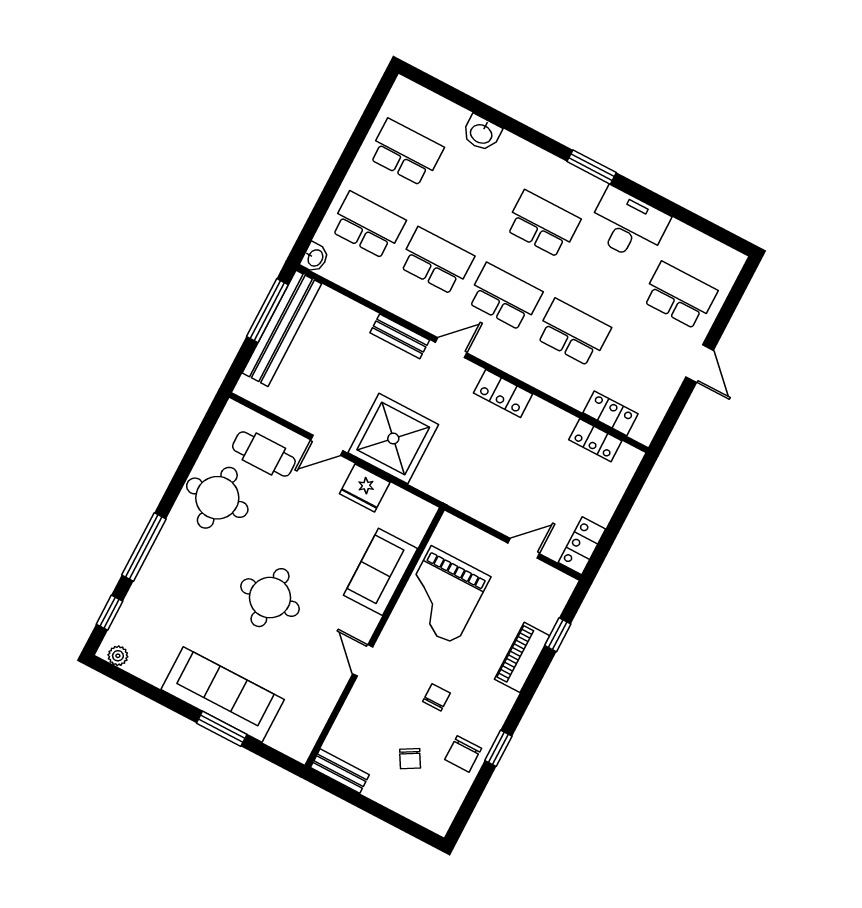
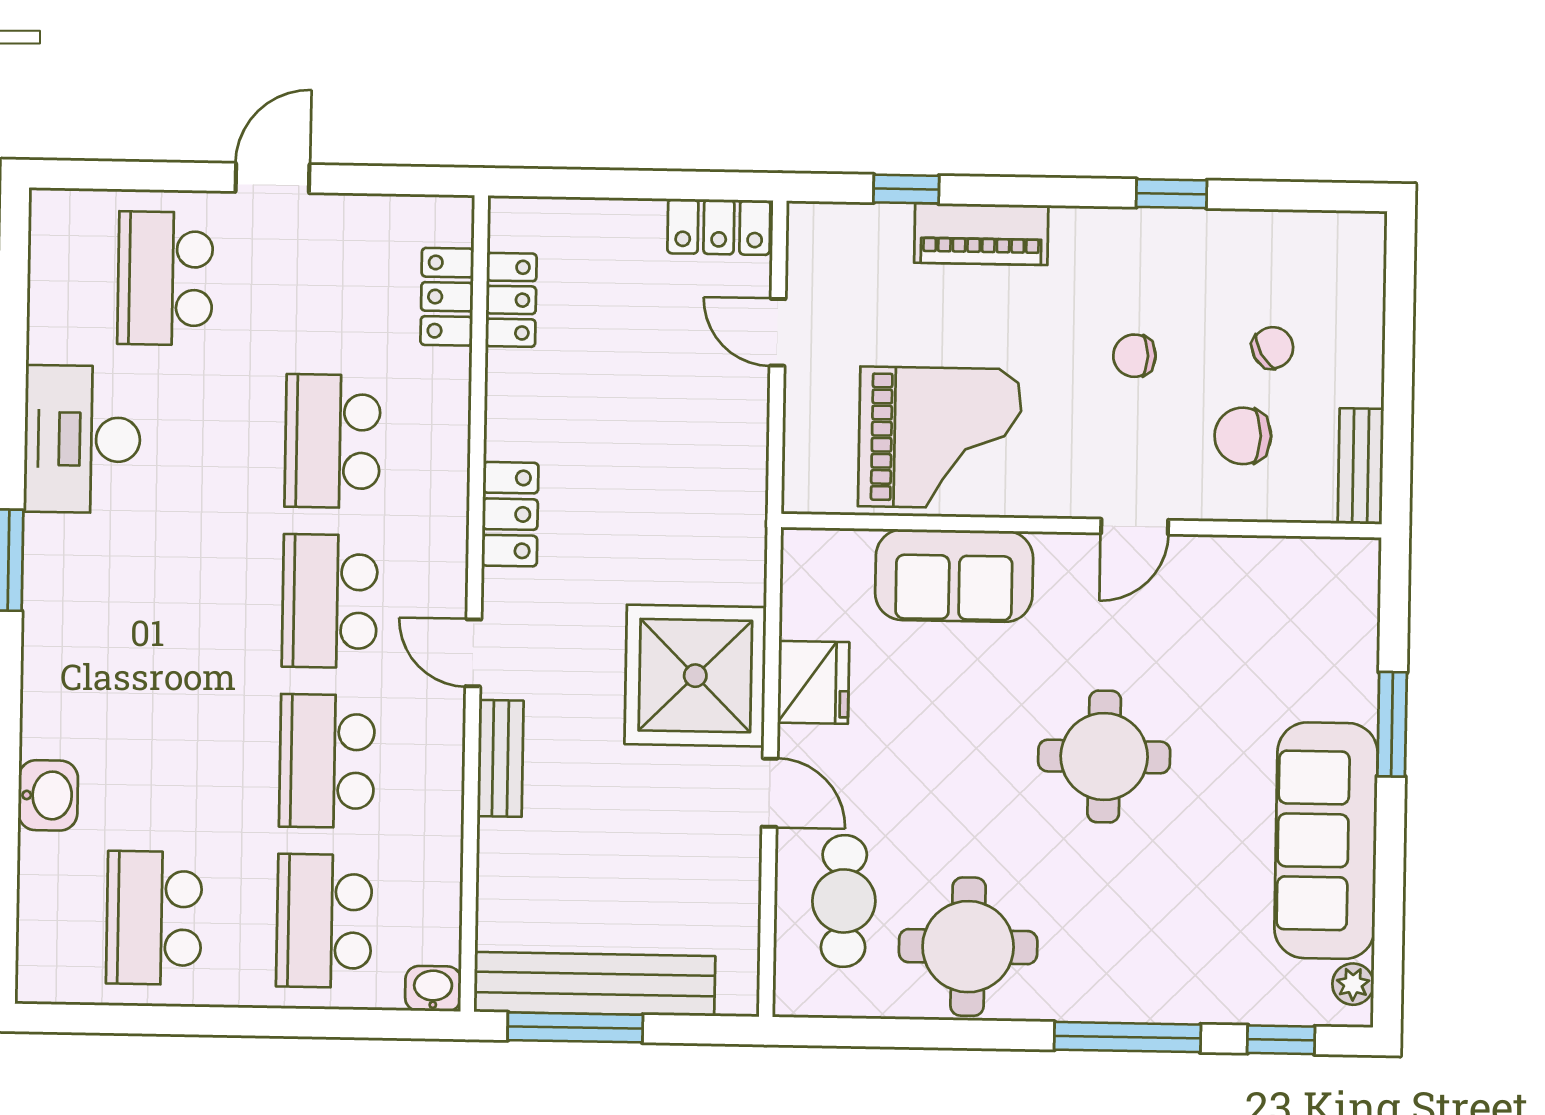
school desk: (543, 224) -> (160, 598), removed
sofa: (223, 694) -> (1326, 841), moved
chair: (463, 754) -> (1243, 436), moved, turned 180

